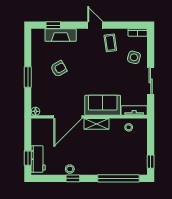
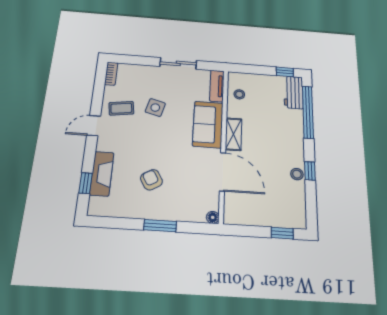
side table: (134, 57) -> (155, 108), moved
workbench: (38, 159) -> (293, 92), moved, turned -90

